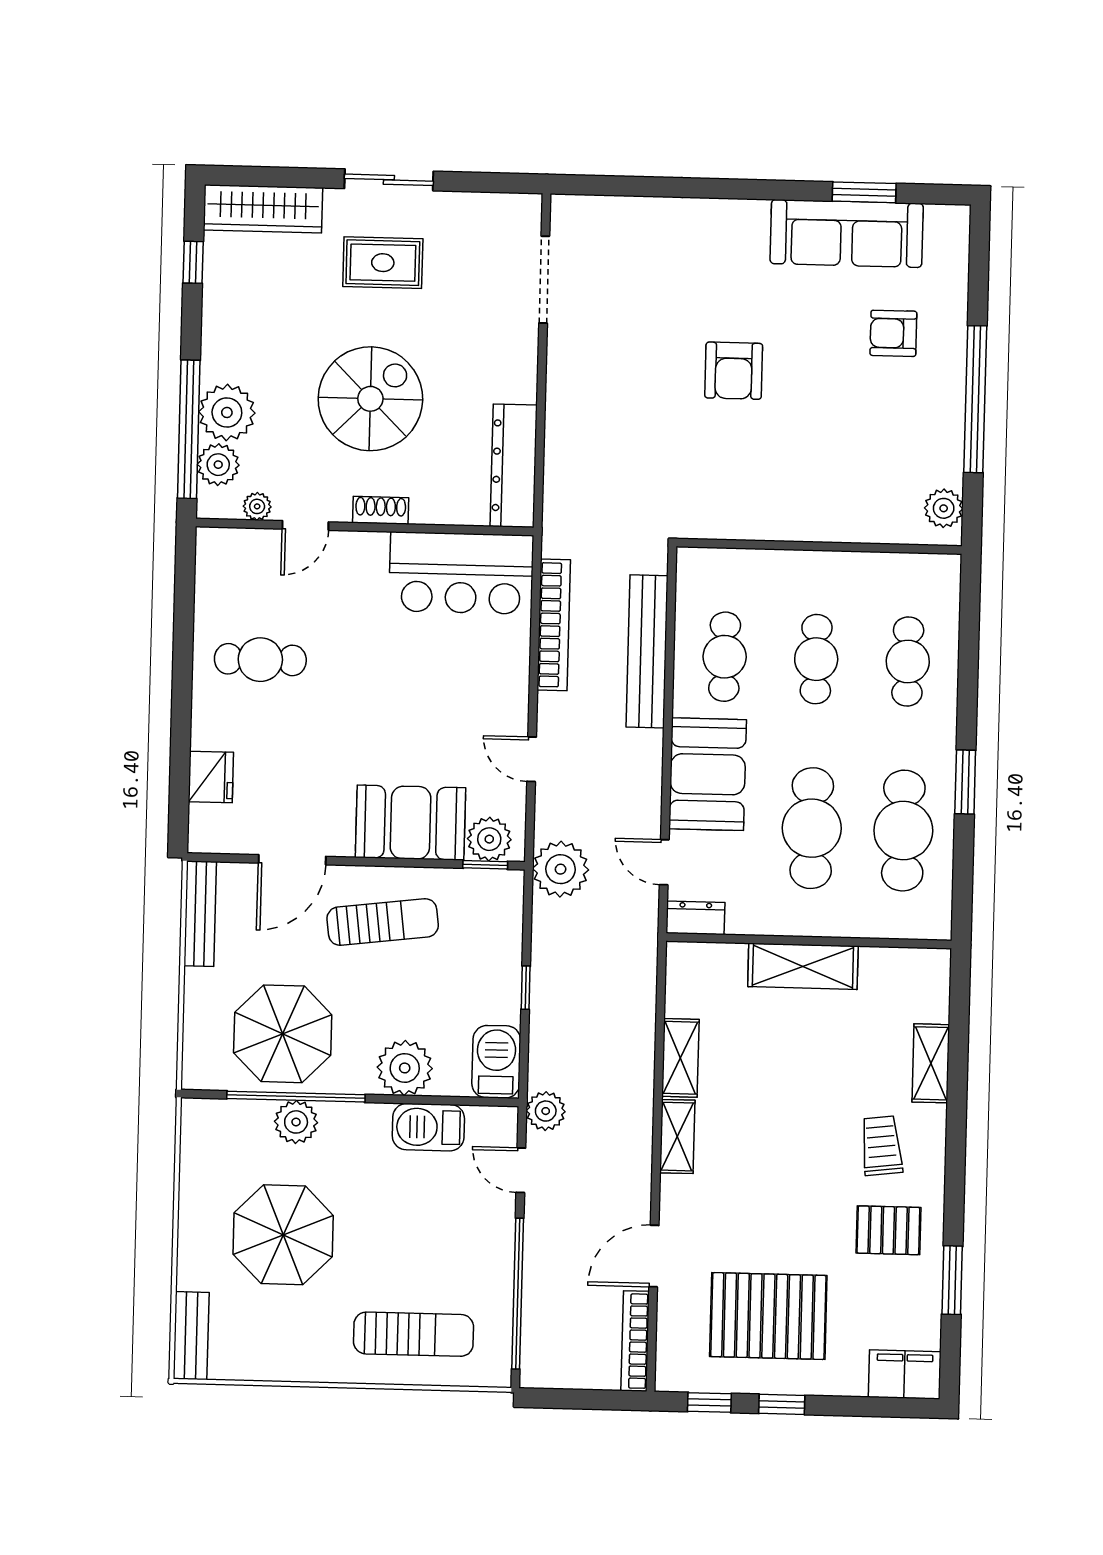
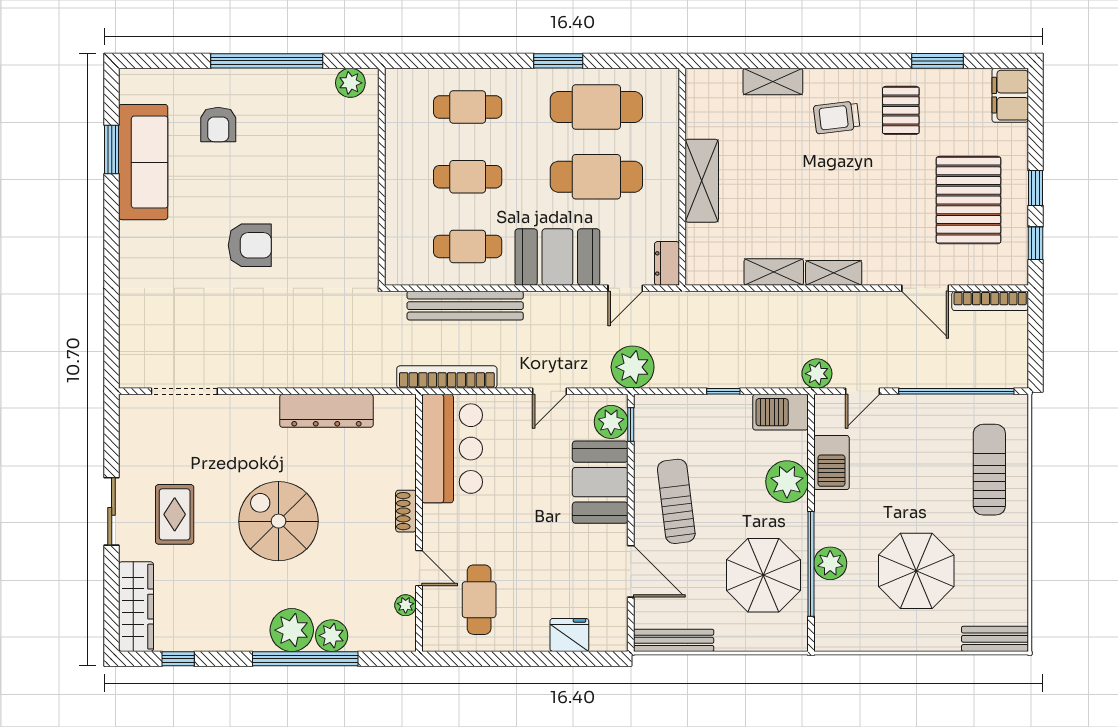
plant: (257, 506) -> (406, 605), moved
shoe rack: (381, 510) -> (406, 511), moved
door: (305, 525) -> (419, 568), moved
wall: (365, 527) -> (419, 523), moved
bar counter: (461, 573) -> (452, 449), moved

